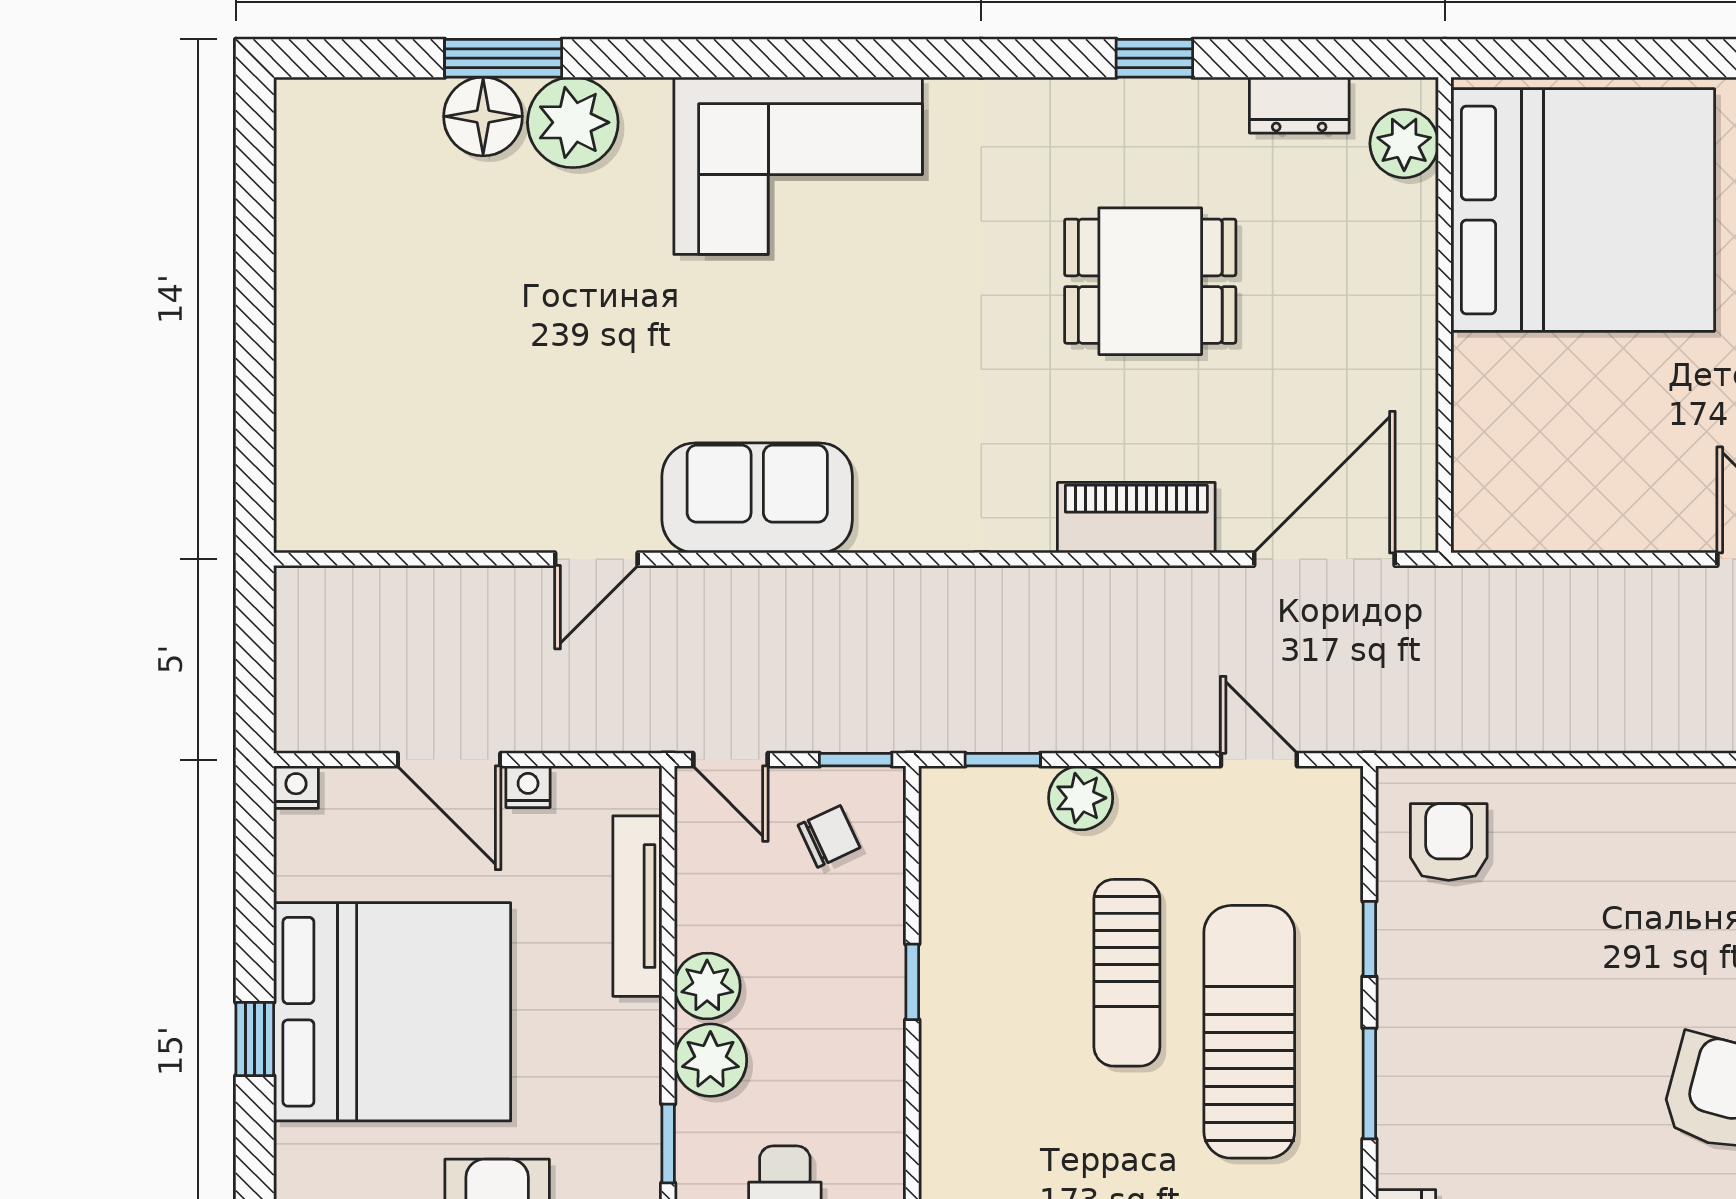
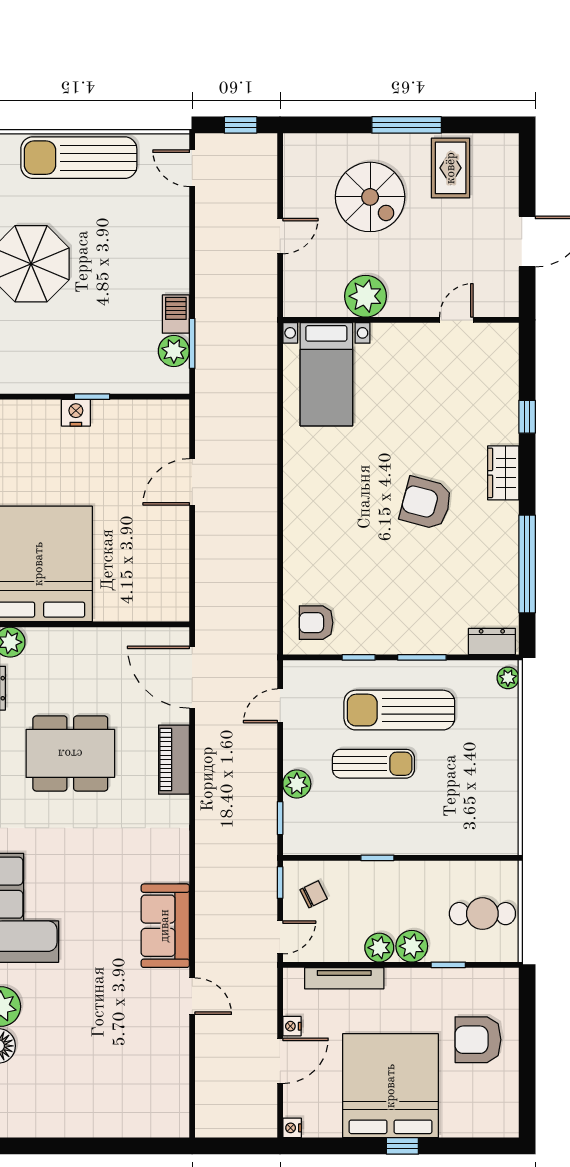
dining table: (1150, 281) -> (70, 753), width x1.38
chair: (829, 836) -> (314, 894), turned 89

